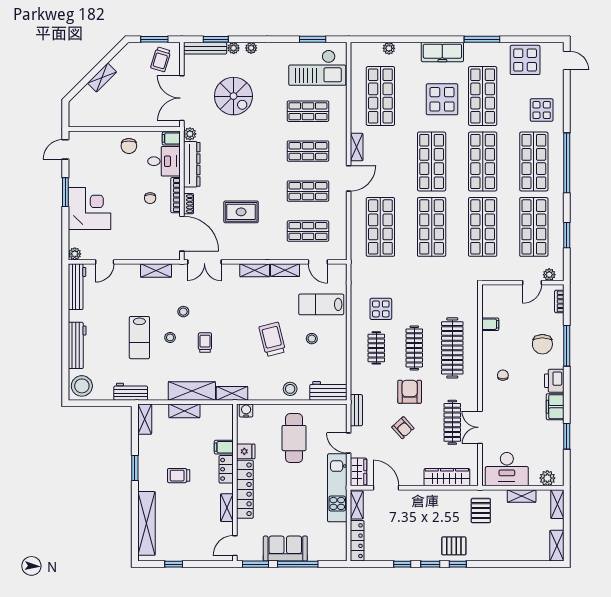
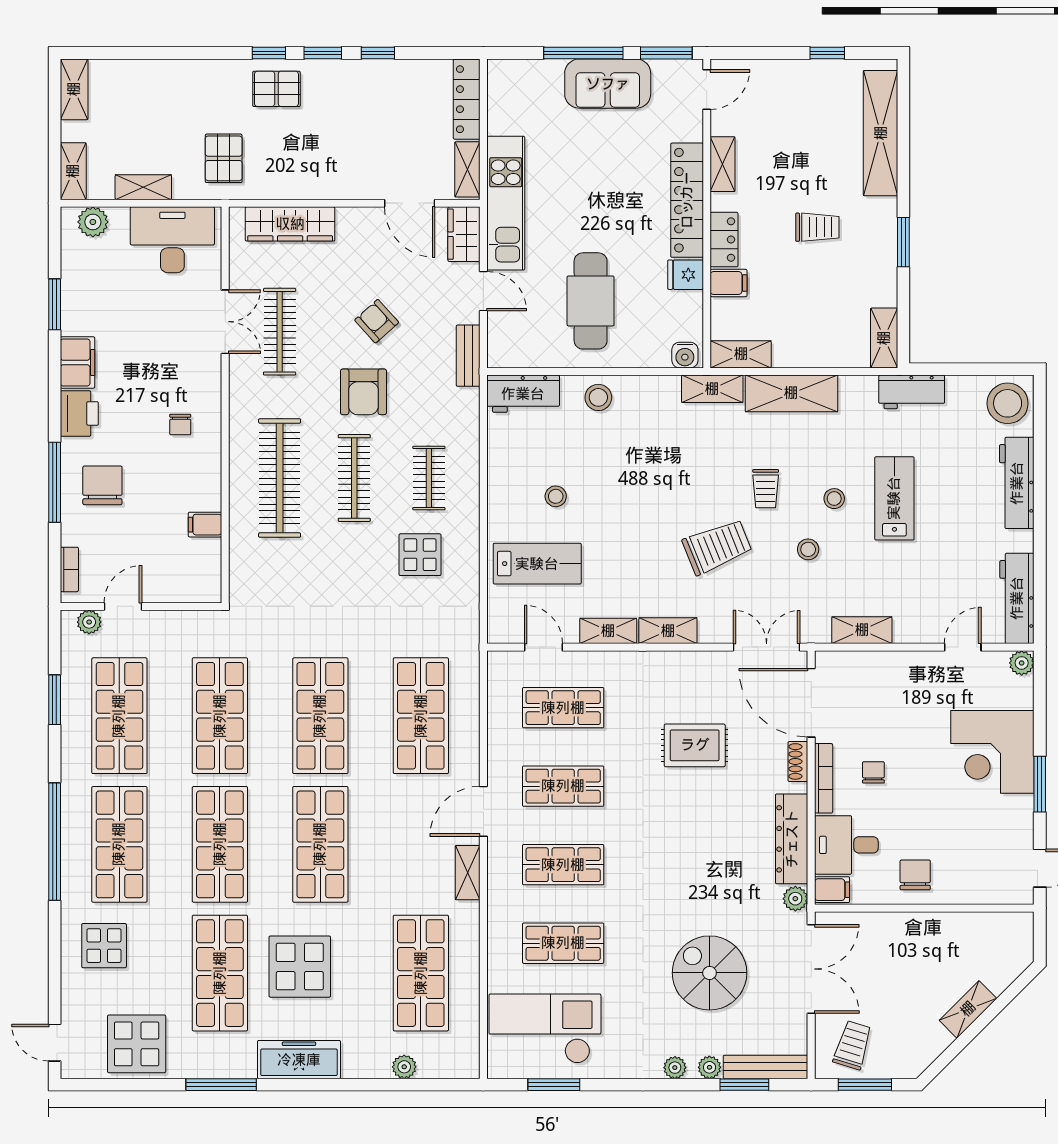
trolley: (272, 339) -> (717, 547), moved, turned -98
shelving: (184, 411) -> (741, 354), moved

